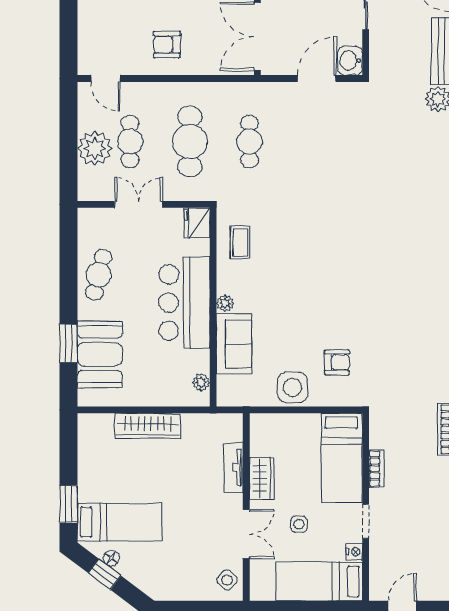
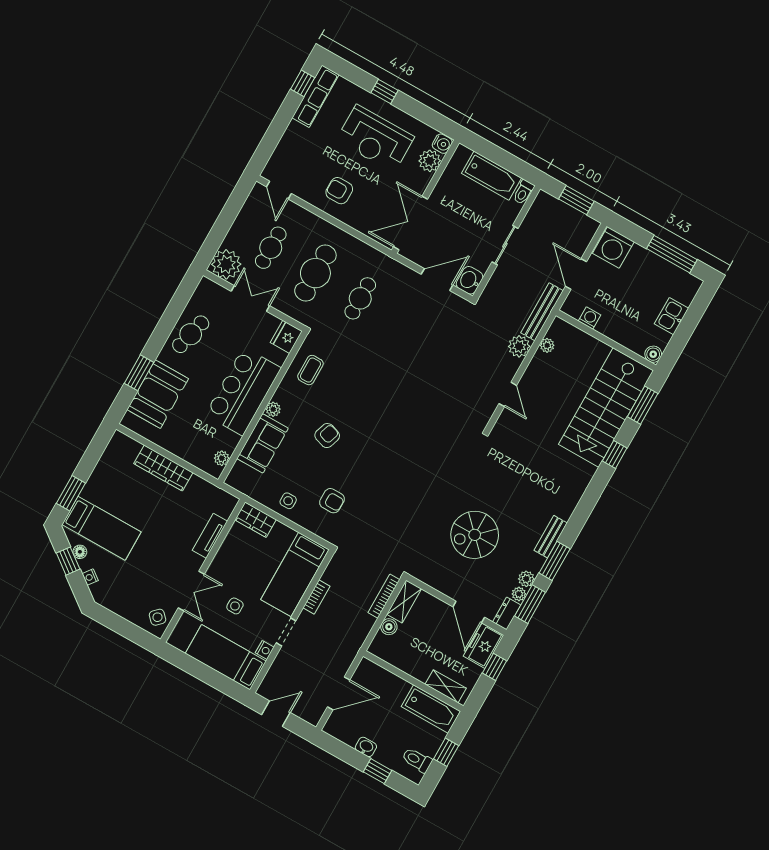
plant: (95, 148) -> (226, 264), moved
armchair: (295, 299) -> (327, 436), added
side table: (293, 387) -> (288, 501), width x0.54, depth x0.54
wardrobe: (262, 478) -> (256, 520), moved, turned 90
nightstand: (136, 578) -> (90, 577), added

